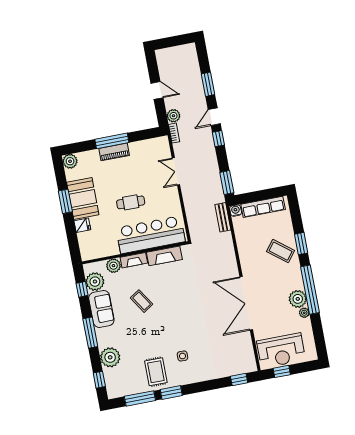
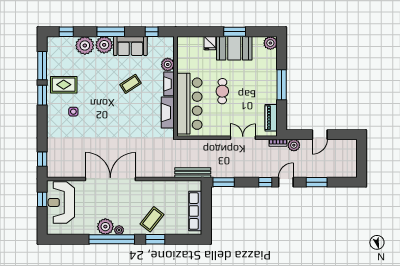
door: (214, 117) -> (286, 182), hinge flipped
piano: (114, 152) -> (271, 118), moved
water cooler: (236, 211) -> (197, 185), removed
bench: (223, 217) -> (193, 173), width x1.36
plant: (95, 282) -> (104, 45), moved
plant: (304, 313) -> (119, 230), moved

